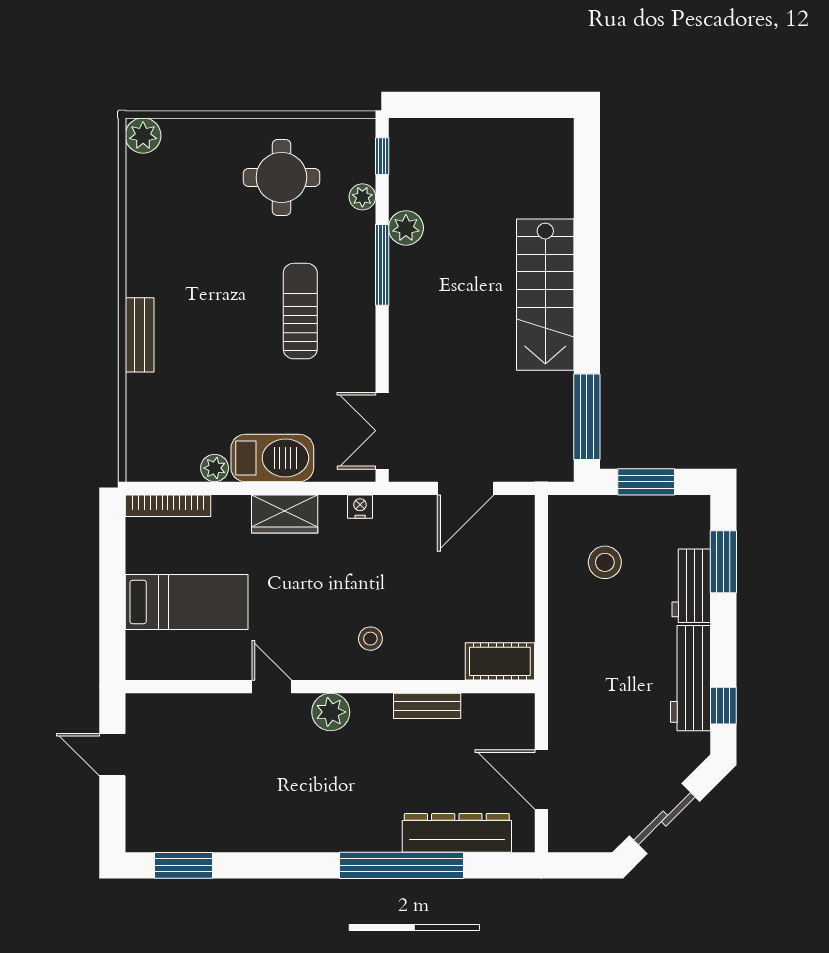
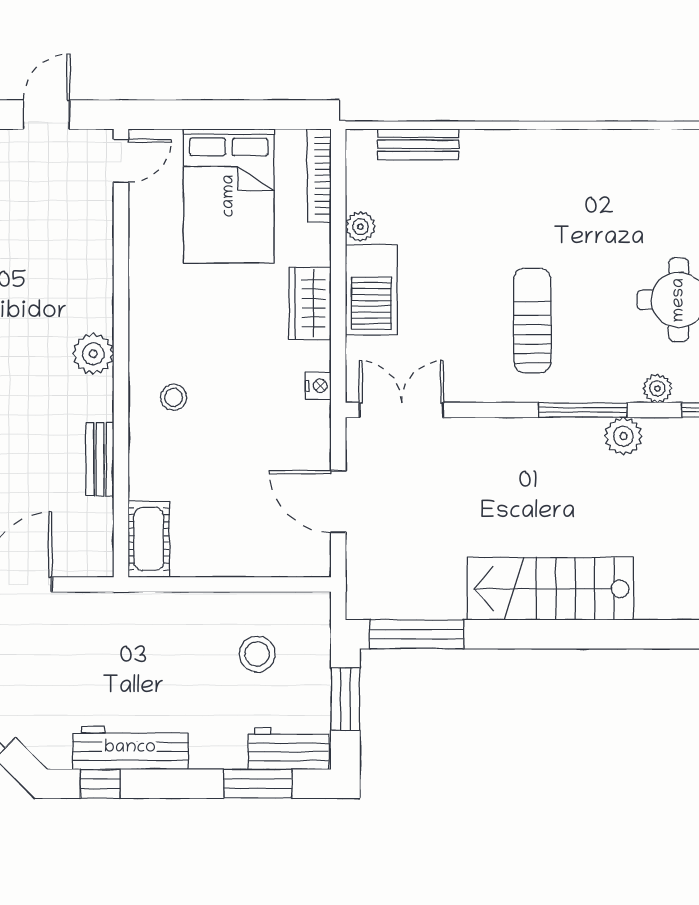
sun lounger: (300, 311) -> (532, 320), turned -90
bench: (140, 335) -> (418, 144), moved
workbench: (691, 586) -> (288, 749), moved
bed: (187, 602) -> (229, 196), width x1.50
door: (272, 687) -> (121, 161), moved

